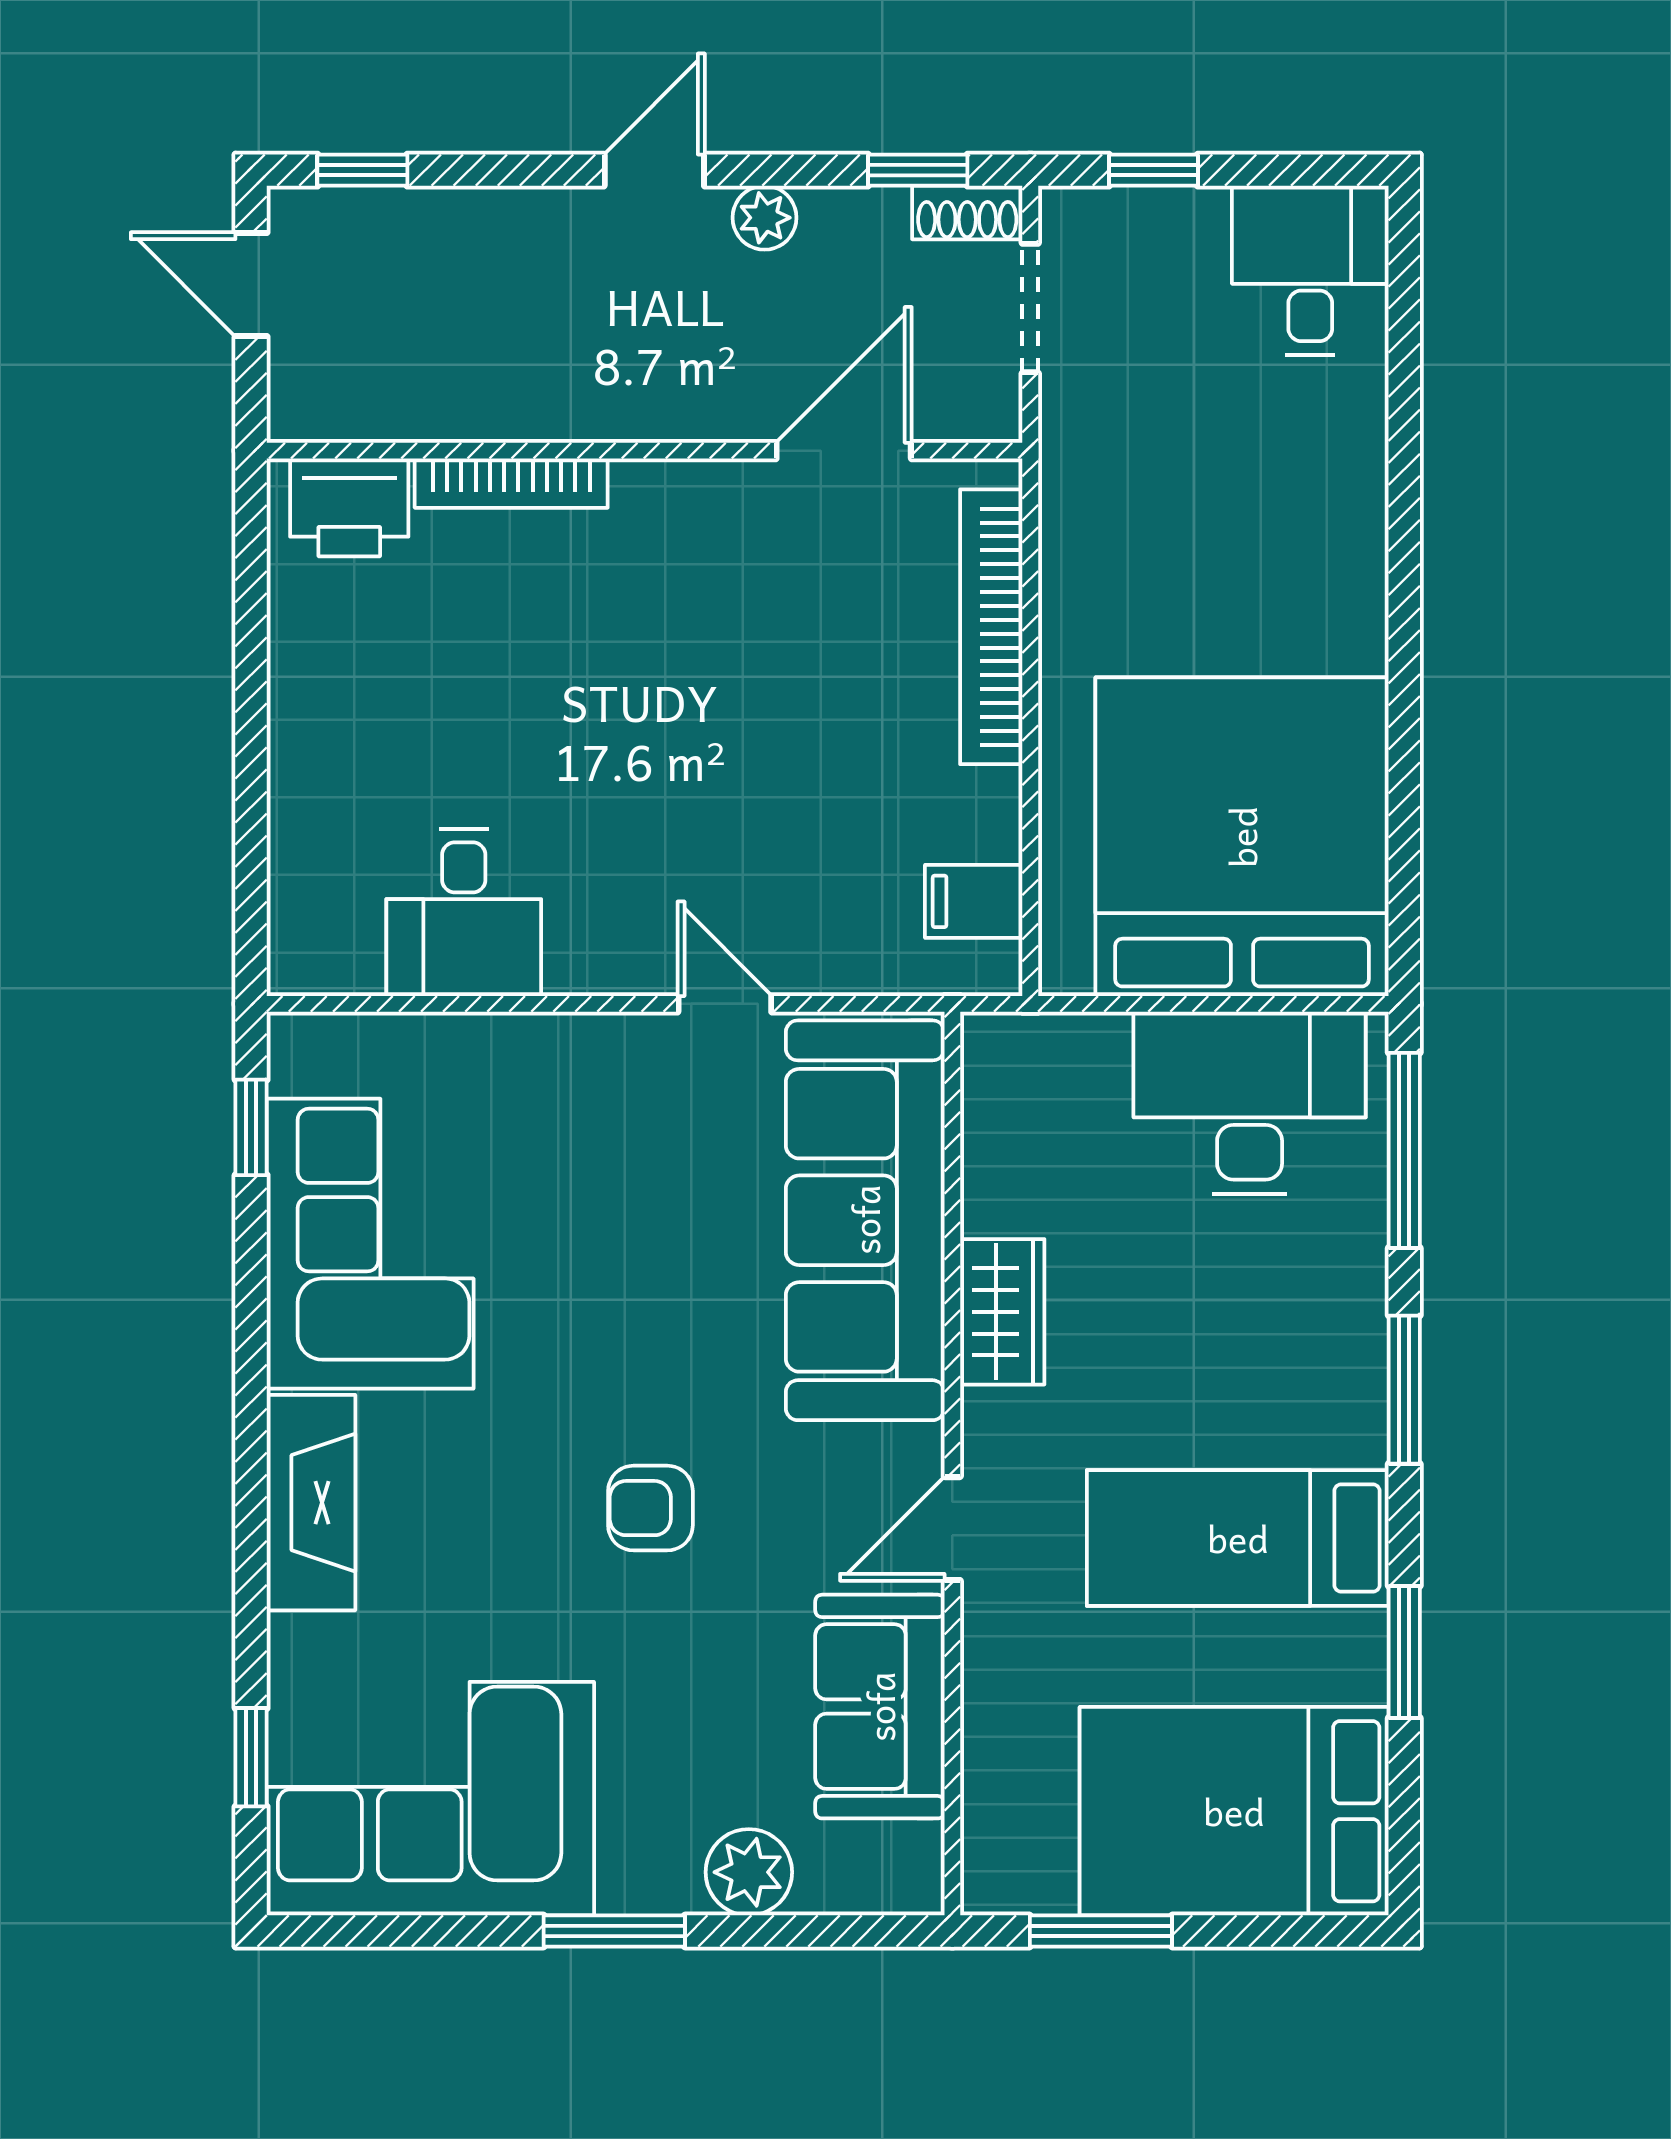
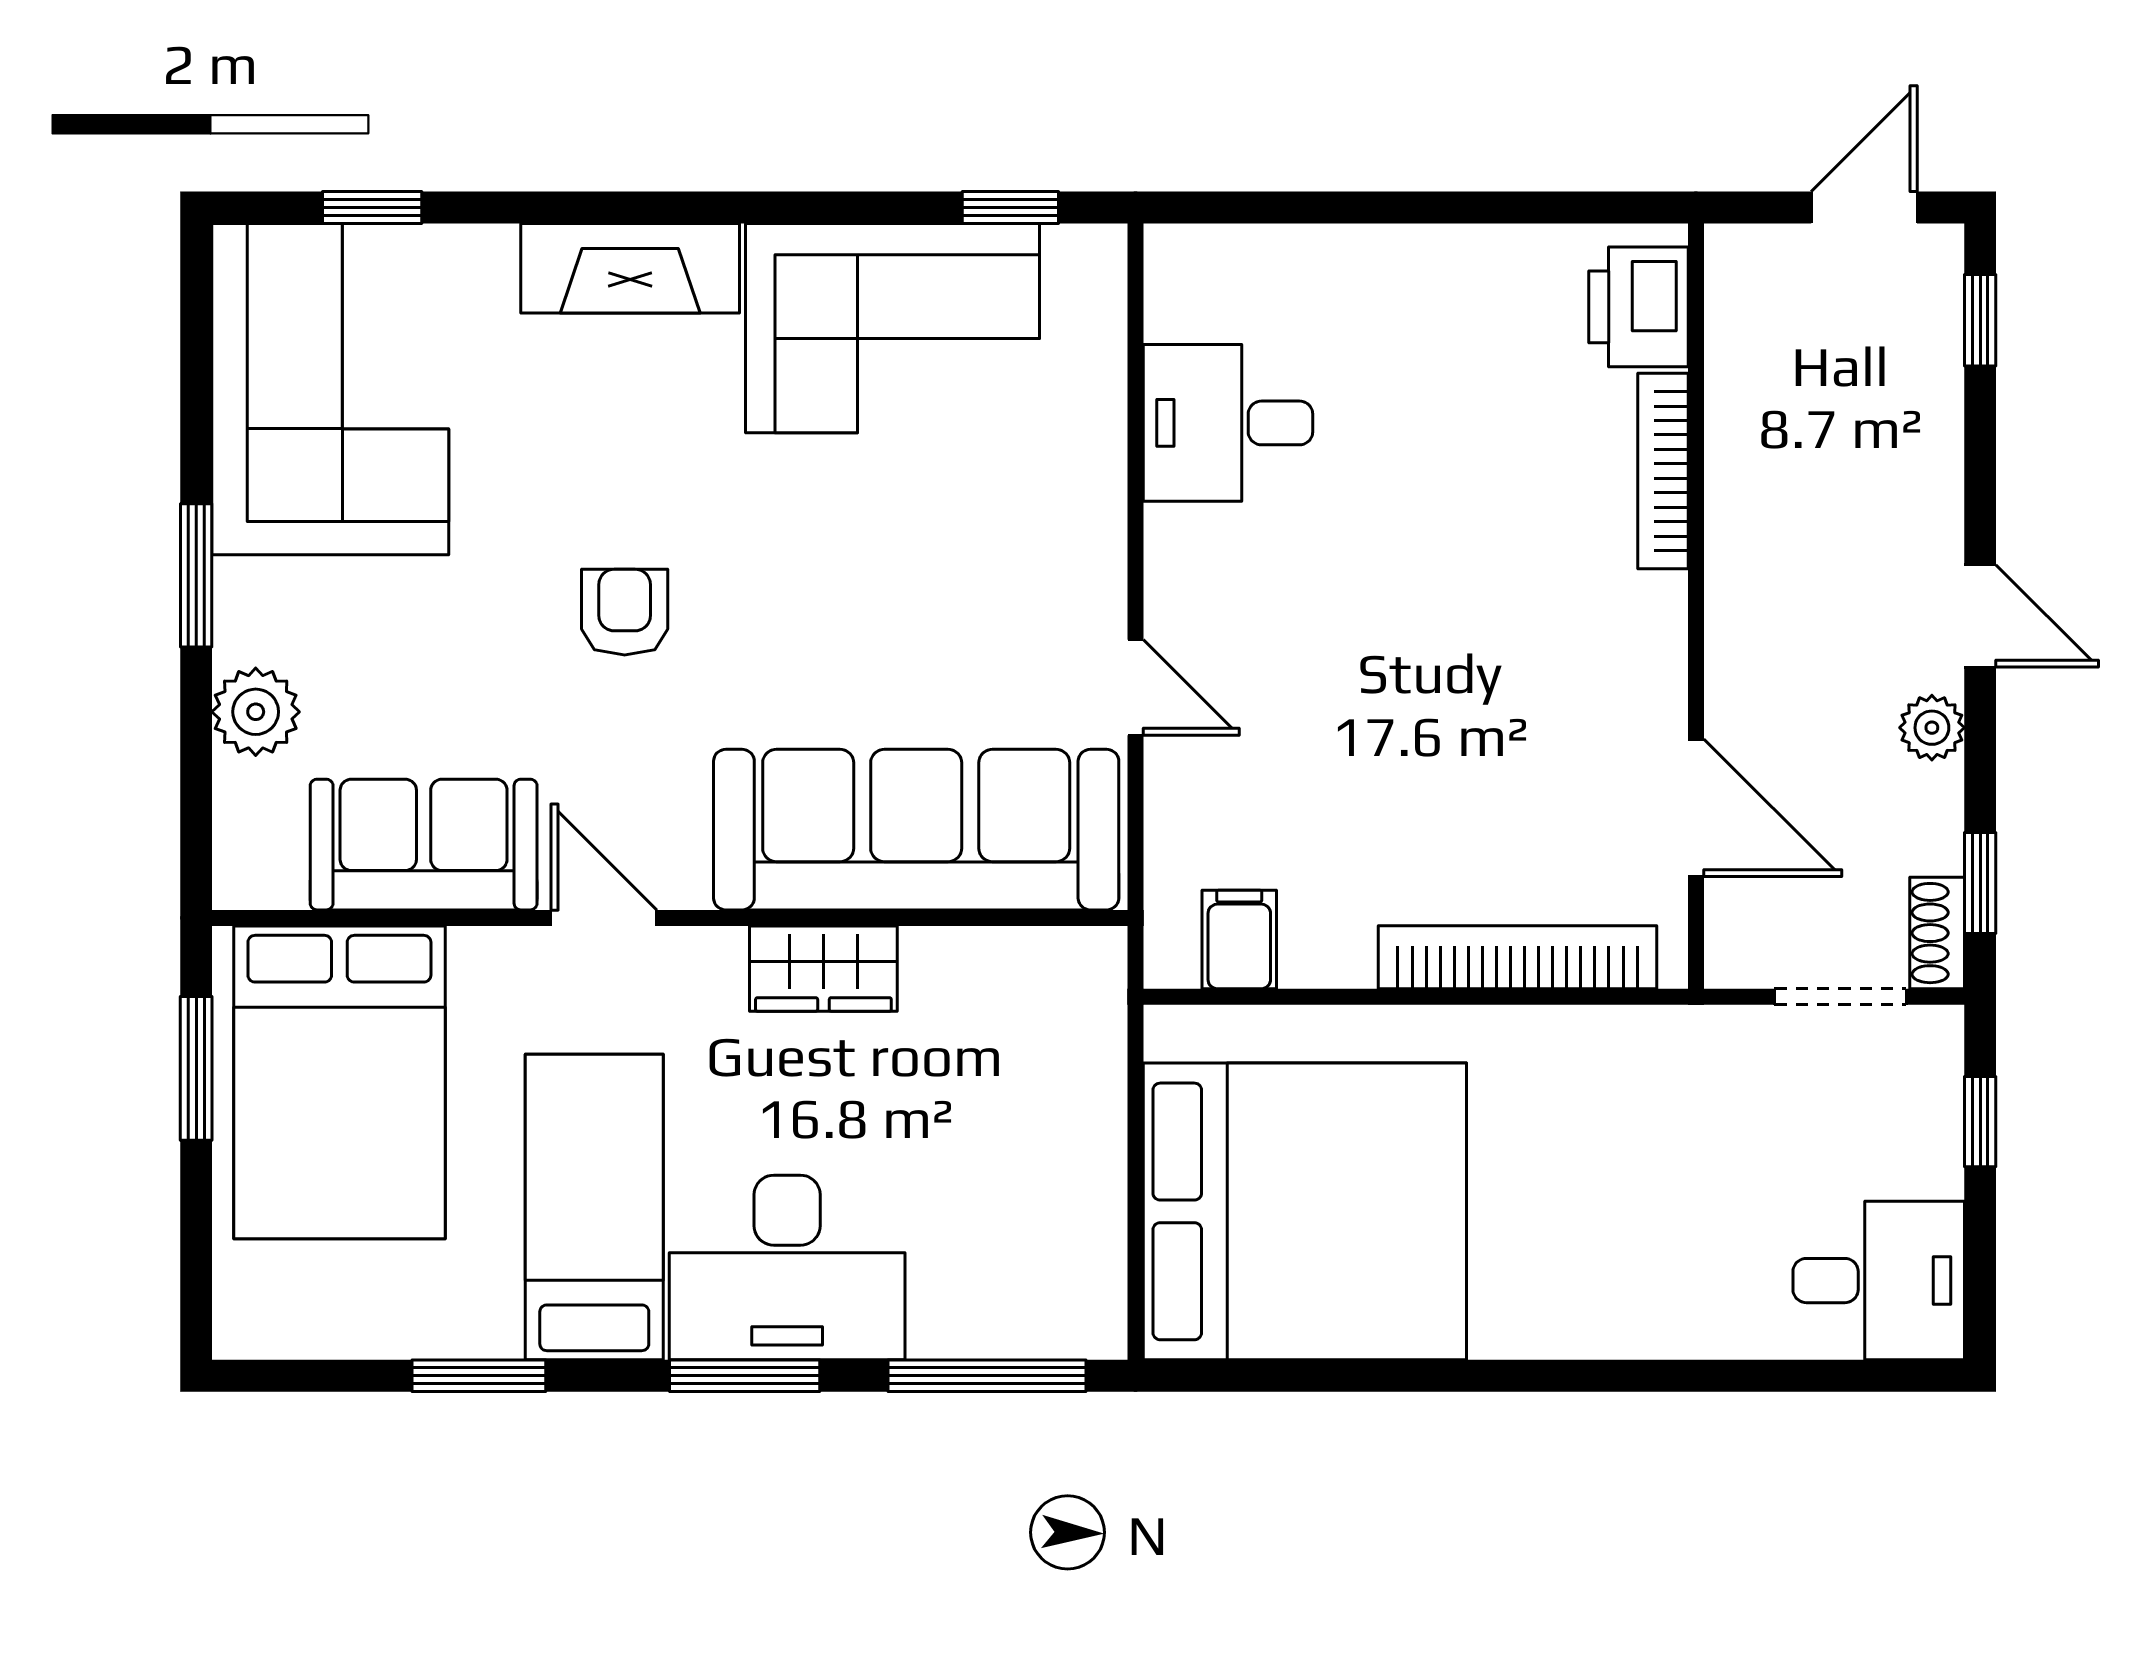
door: (725, 1004) -> (1135, 687), hinge flipped
desk: (1250, 1103) -> (787, 1267), moved, turned 90
bed: (1234, 1811) -> (339, 1082), moved, turned 180

